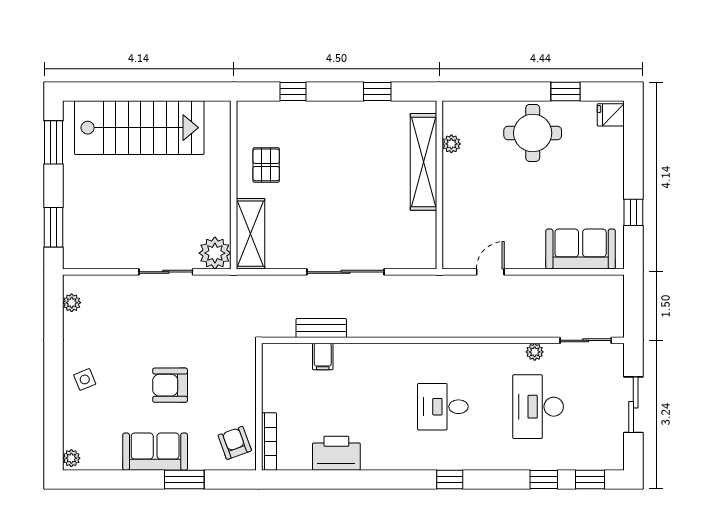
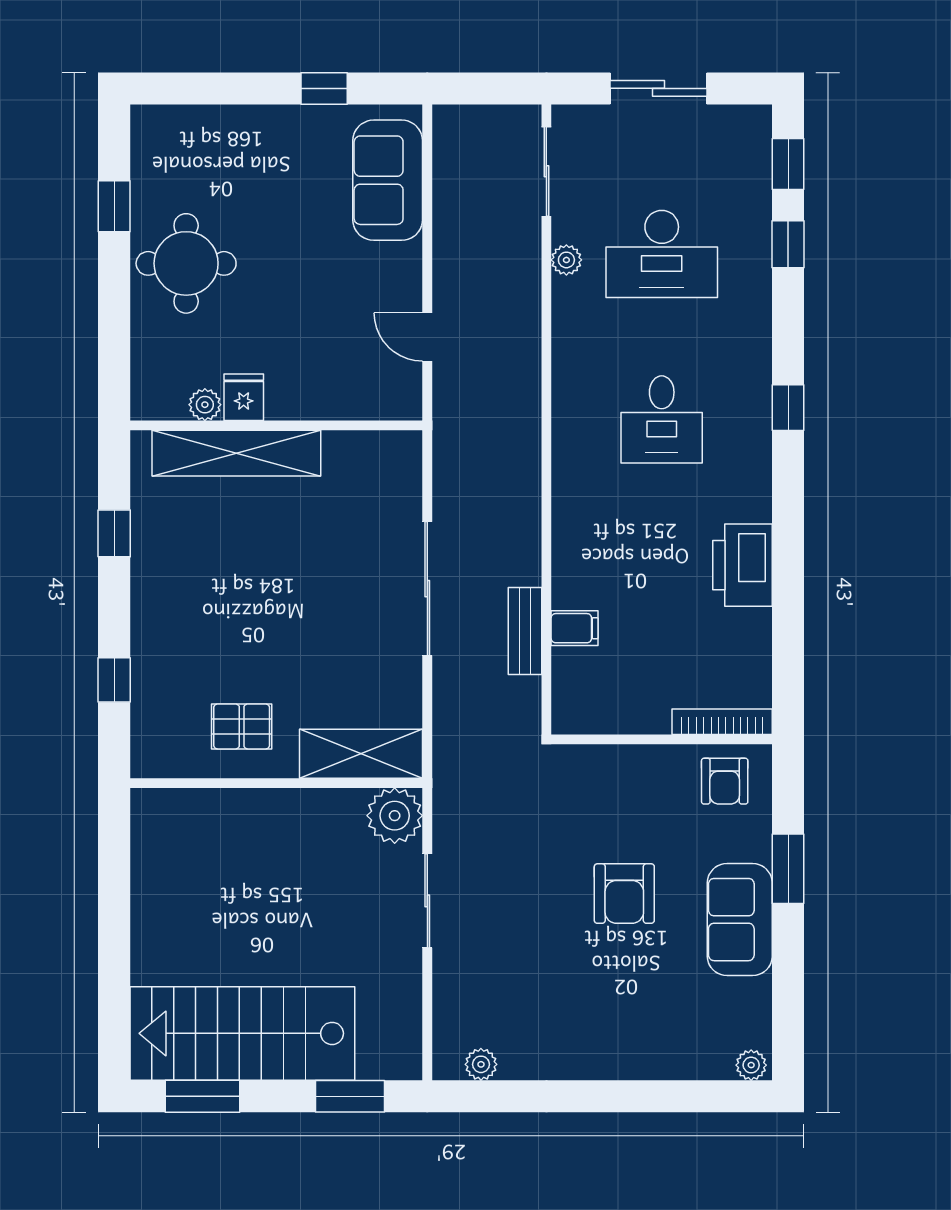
fridge: (611, 115) -> (244, 397), moved, turned 180
stairs: (139, 128) -> (242, 1033), moved, turned -90
side table: (85, 379) -> (614, 1042), removed
armchair: (235, 443) -> (725, 781), turned -70
printer: (336, 453) -> (743, 565), moved

